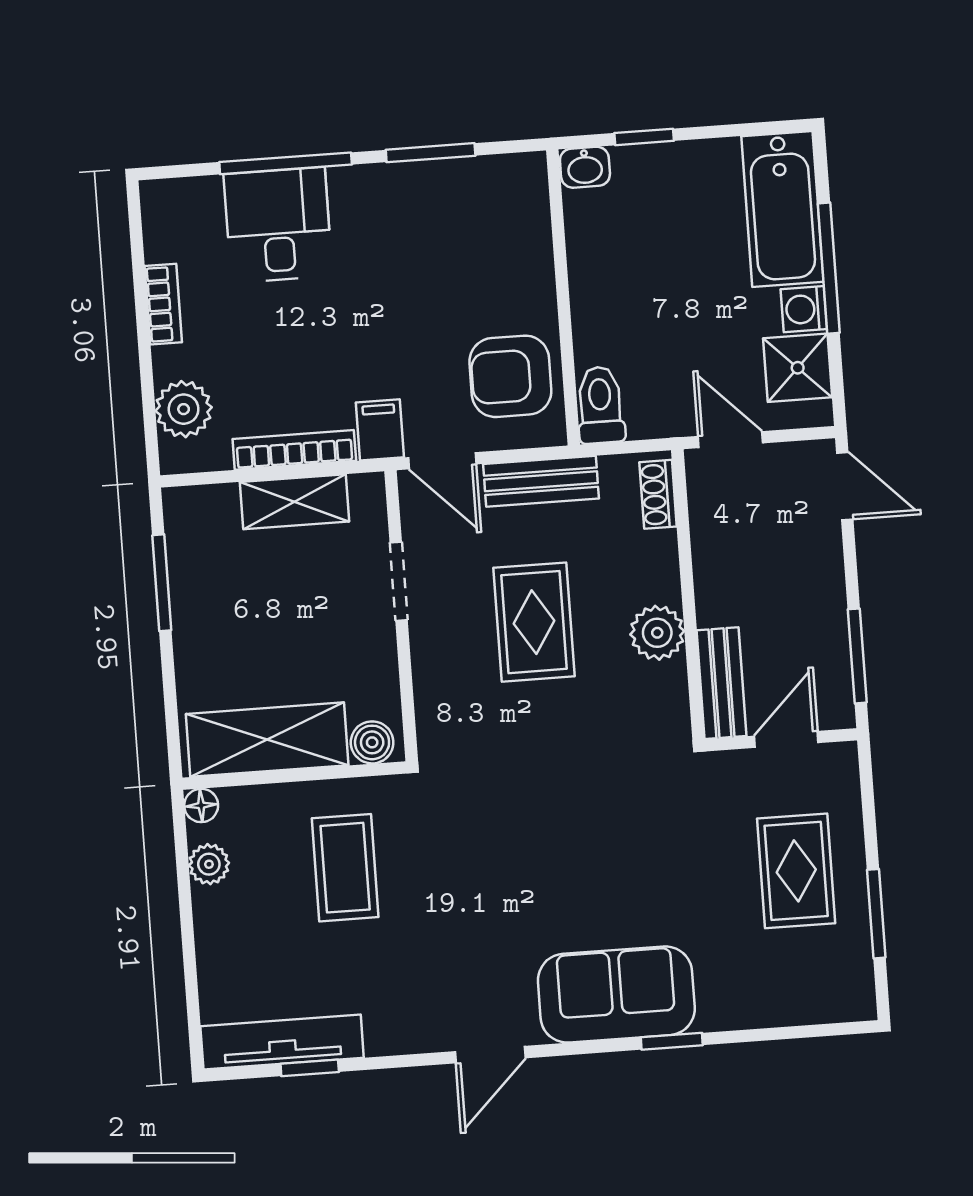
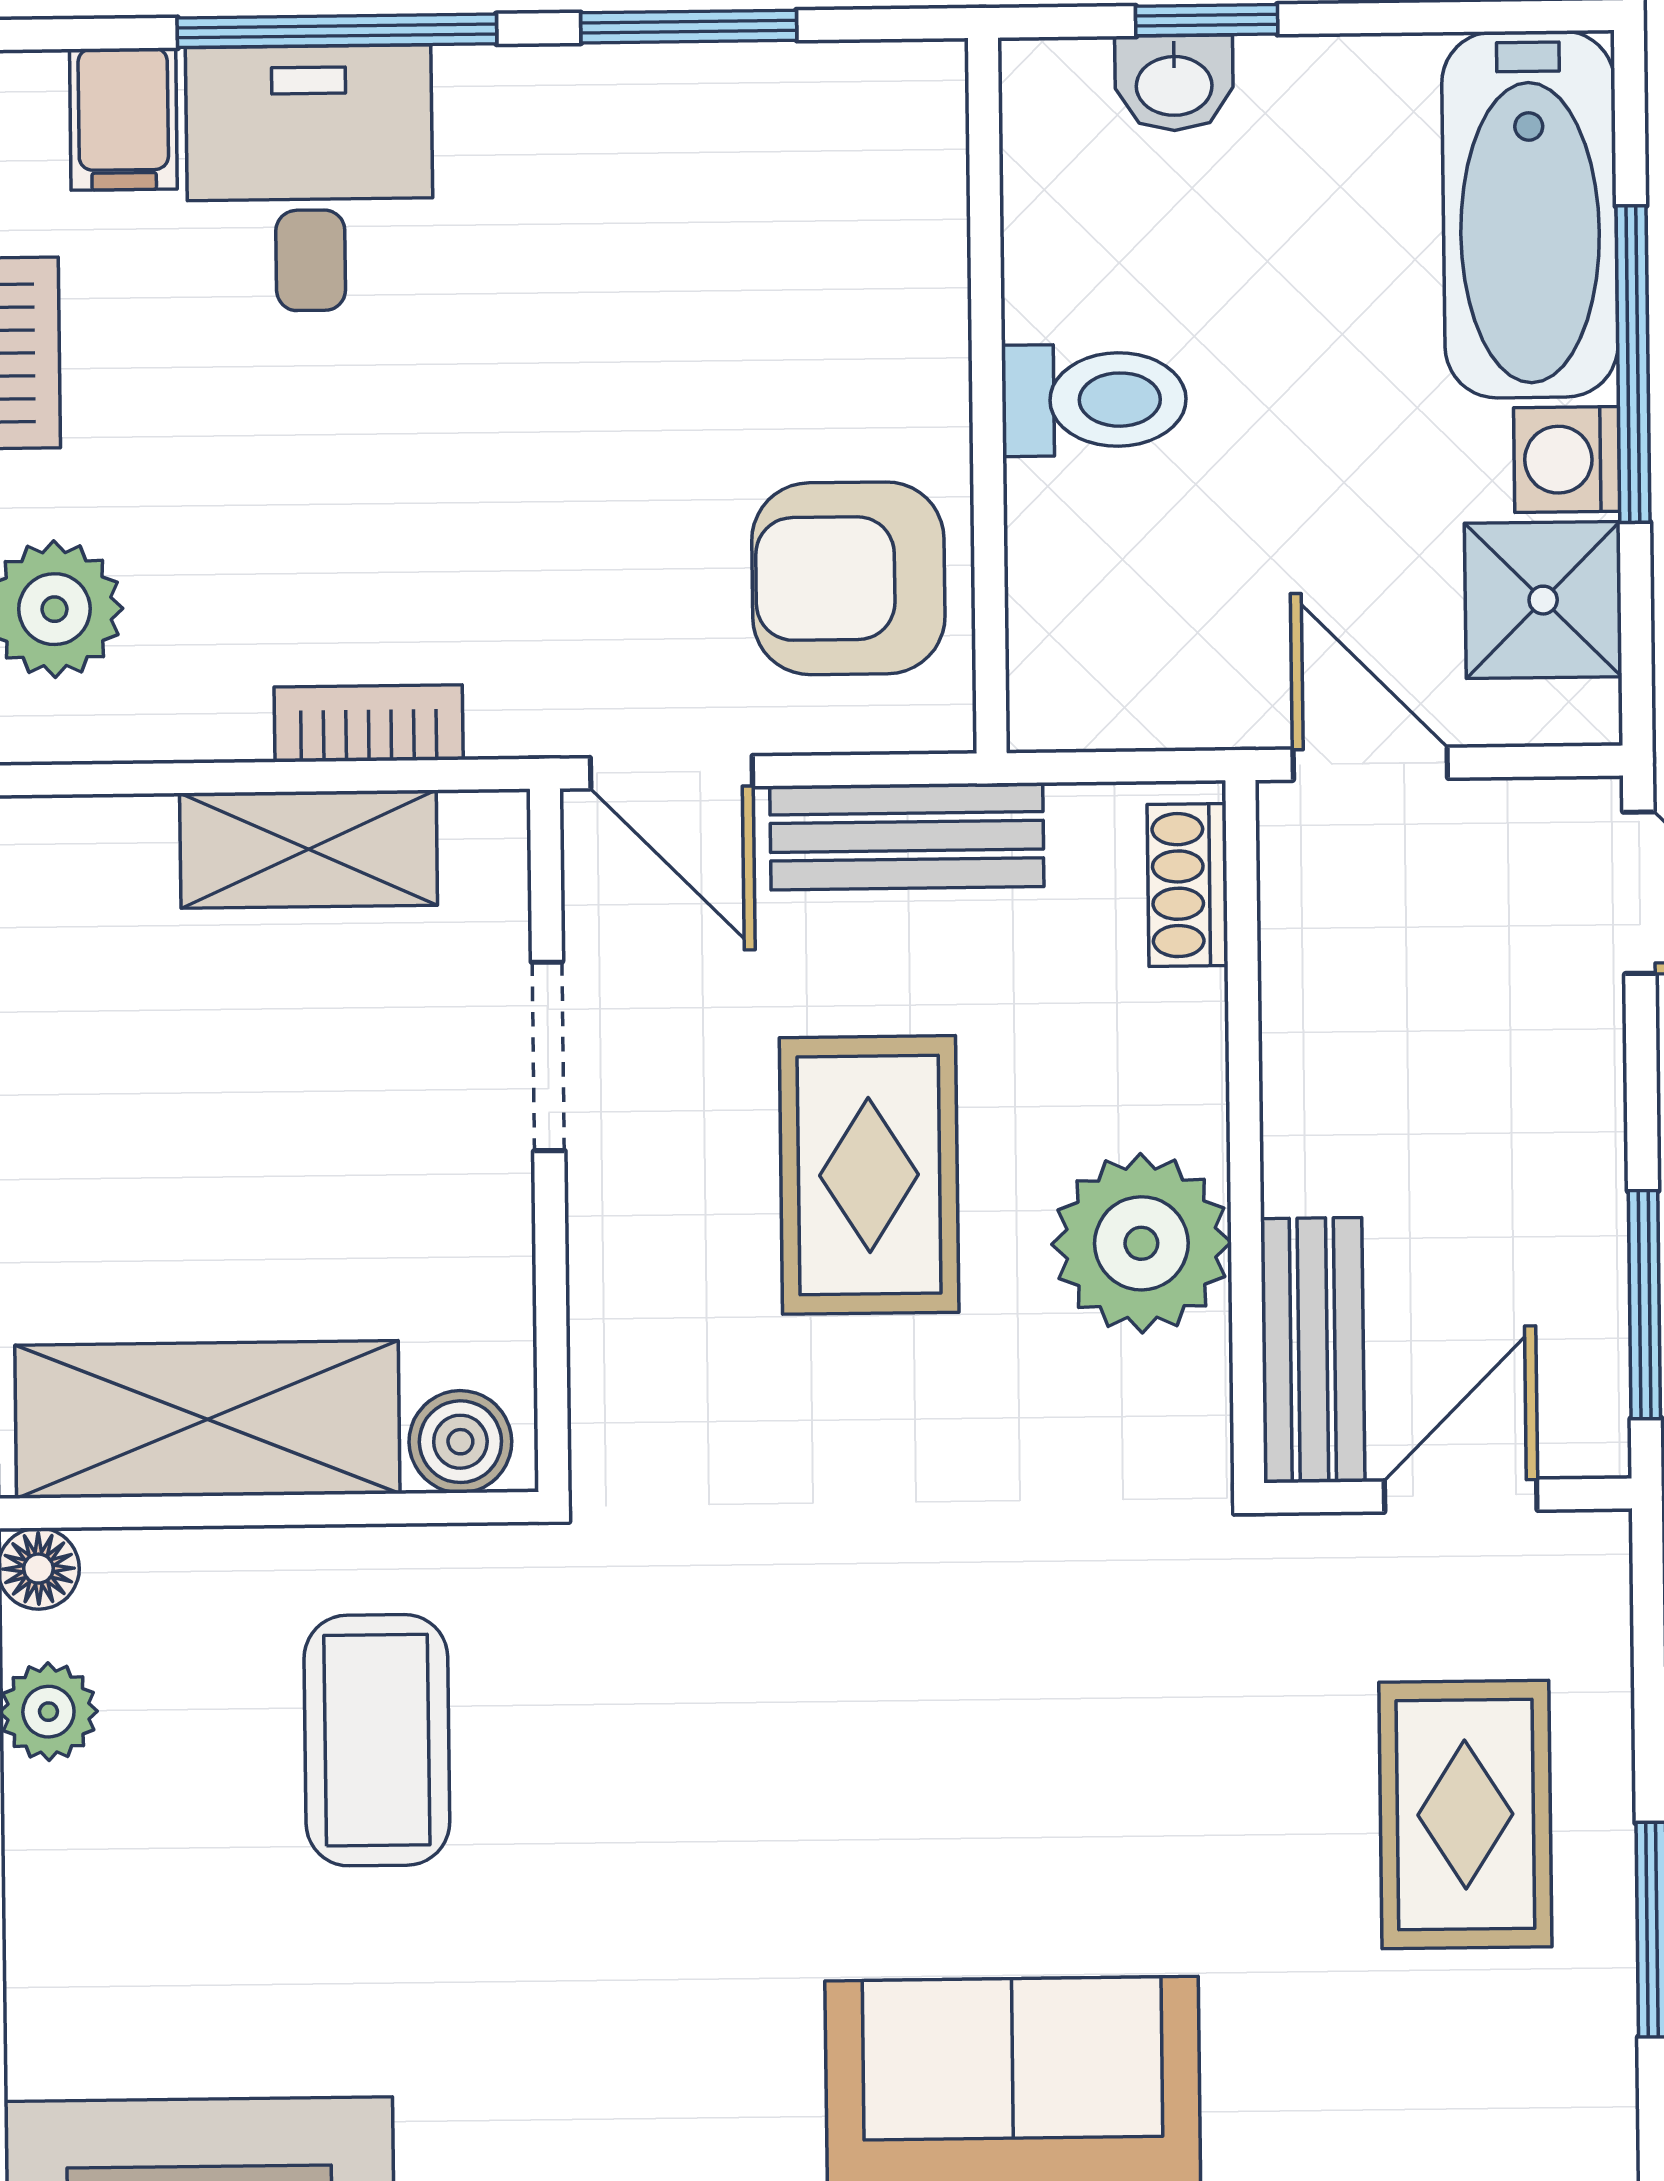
washbasin: (585, 167) -> (1174, 83), moved
toilet: (600, 405) -> (1094, 400), moved, turned 90
filing cabinet: (380, 430) -> (123, 119), moved, turned 180
bookcase: (294, 450) -> (369, 723), width x0.64
plant: (657, 633) -> (1141, 1243), width x1.36, depth x1.36

